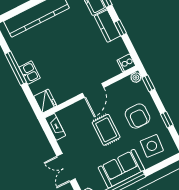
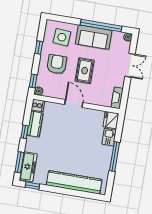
kitchen counter: (107, 26) -> (35, 124), moved
kitchen sink: (30, 73) -> (109, 137), moved
door: (93, 90) -> (74, 103), hinge flipped

